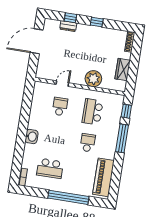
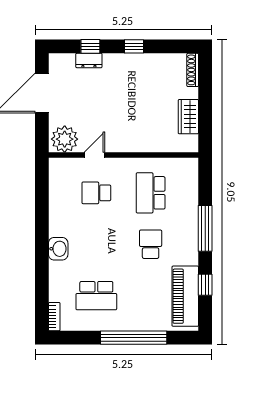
plant: (93, 79) -> (65, 139), moved
school desk: (60, 107) -> (96, 193), turned -90
window: (126, 111) -> (205, 285), moved

